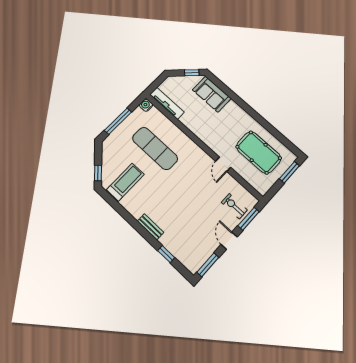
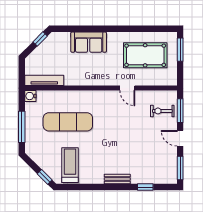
sofa: (212, 94) -> (89, 42), moved

